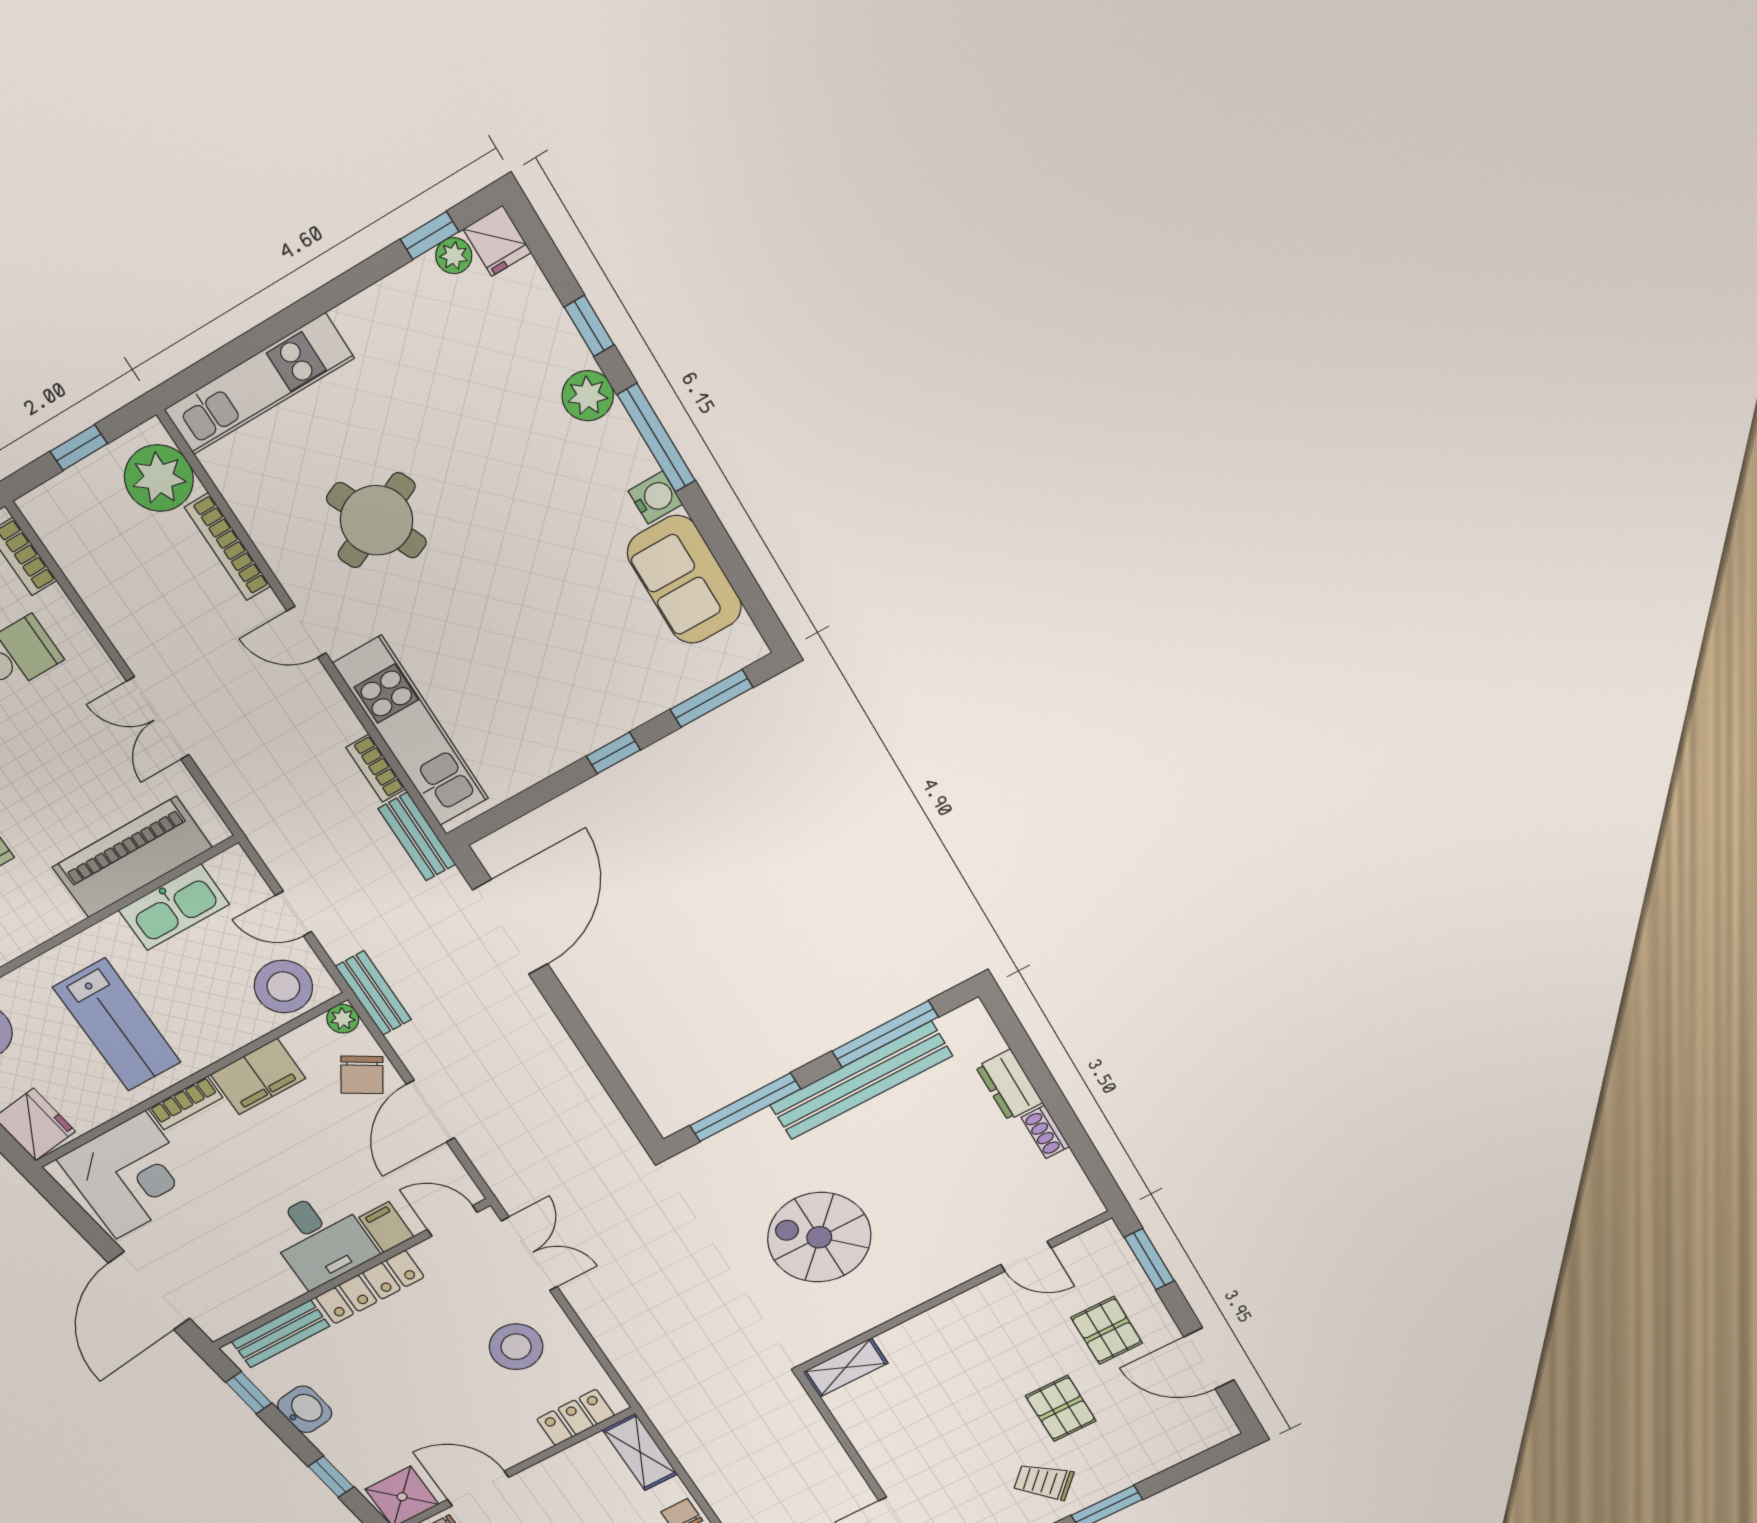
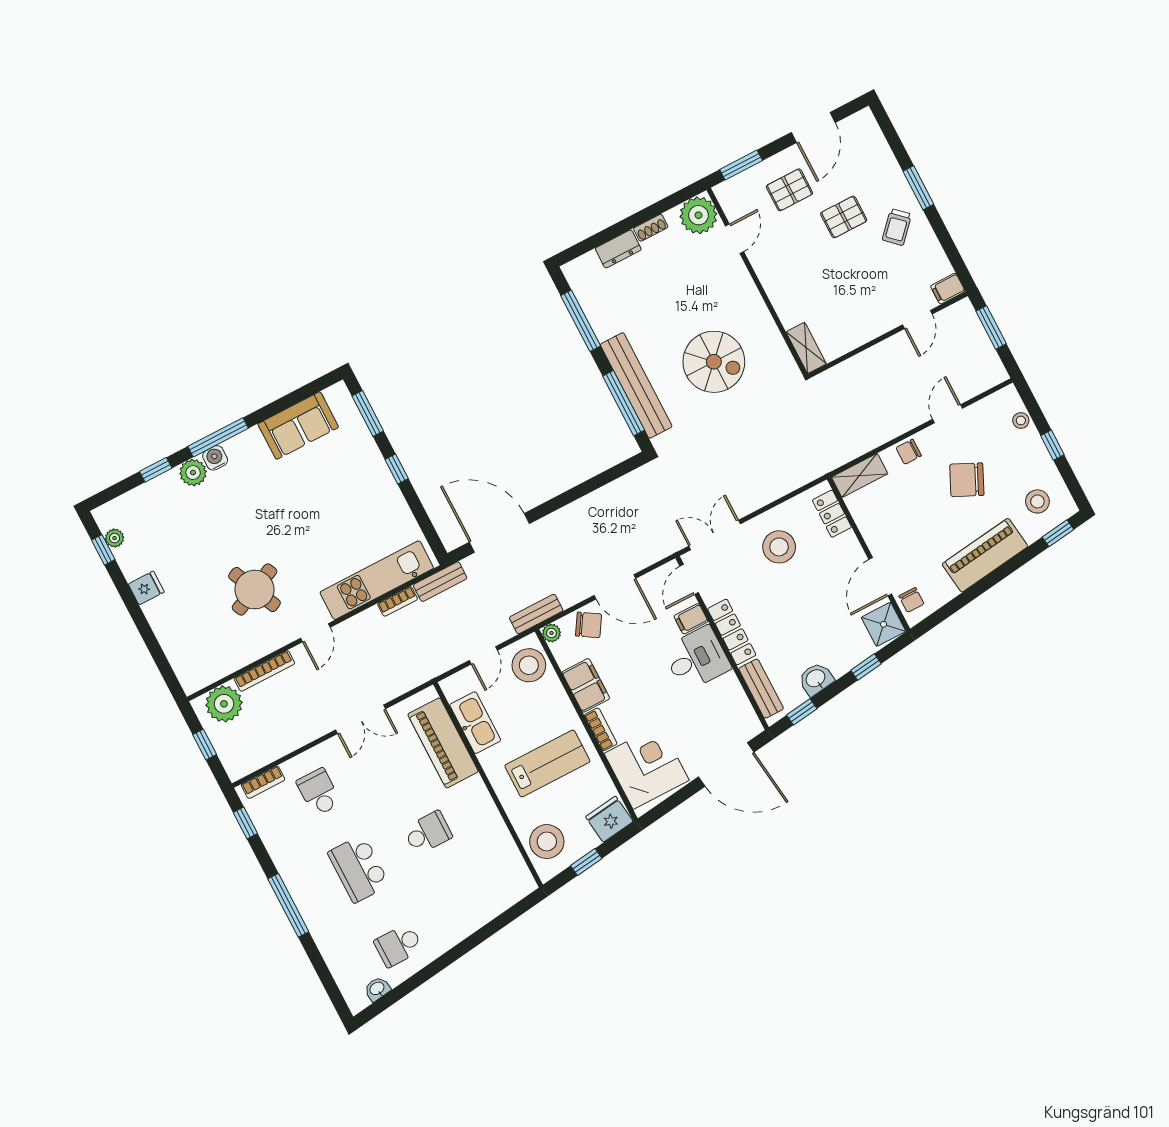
fridge: (497, 241) -> (146, 588), moved
kitchen unit: (259, 384) -> (176, 645), removed
water cooler: (655, 498) -> (215, 458), moved
bench: (861, 1080) -> (636, 385), moved
plant: (1066, 1202) -> (698, 215), added
spiral stairs: (819, 1237) -> (714, 362), turned -90

